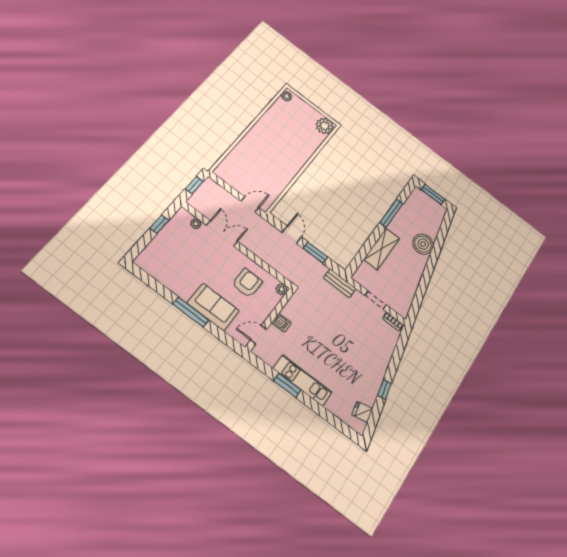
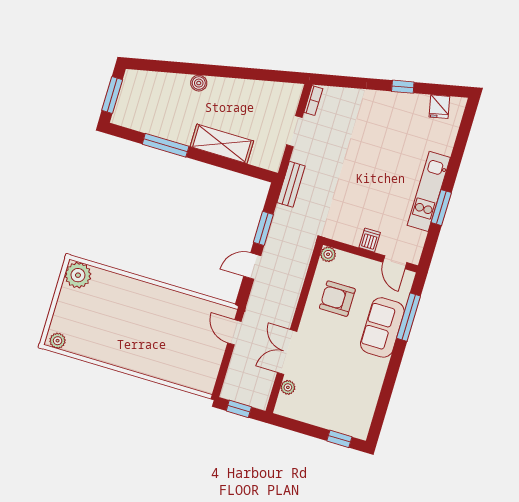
window: (159, 224) -> (339, 439), moved
boiler: (423, 244) -> (199, 83), width x0.54, depth x0.54
window: (191, 312) -> (409, 317), moved

